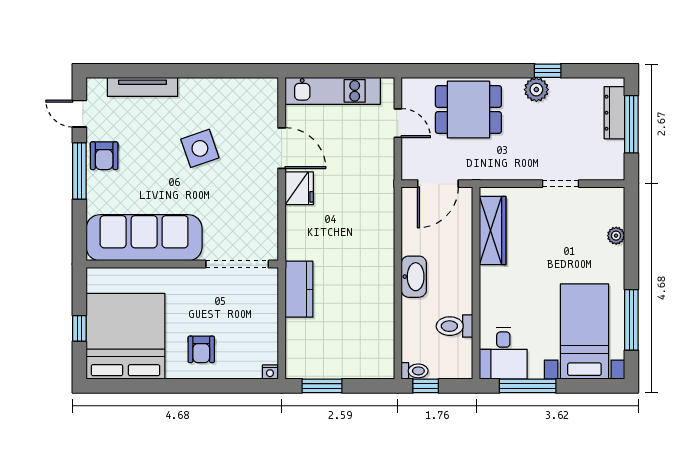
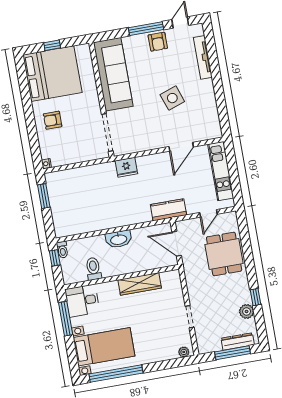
plant: (536, 90) -> (247, 311), moved
armchair: (104, 156) -> (158, 42), turned -90
fridge: (299, 188) -> (126, 167), moved
wardrobe: (493, 230) -> (140, 284), moved
plant: (616, 236) -> (184, 352), moved
kitchen counter: (299, 289) -> (168, 210), moved, turned 180
window: (631, 320) -> (116, 374), width x1.46

